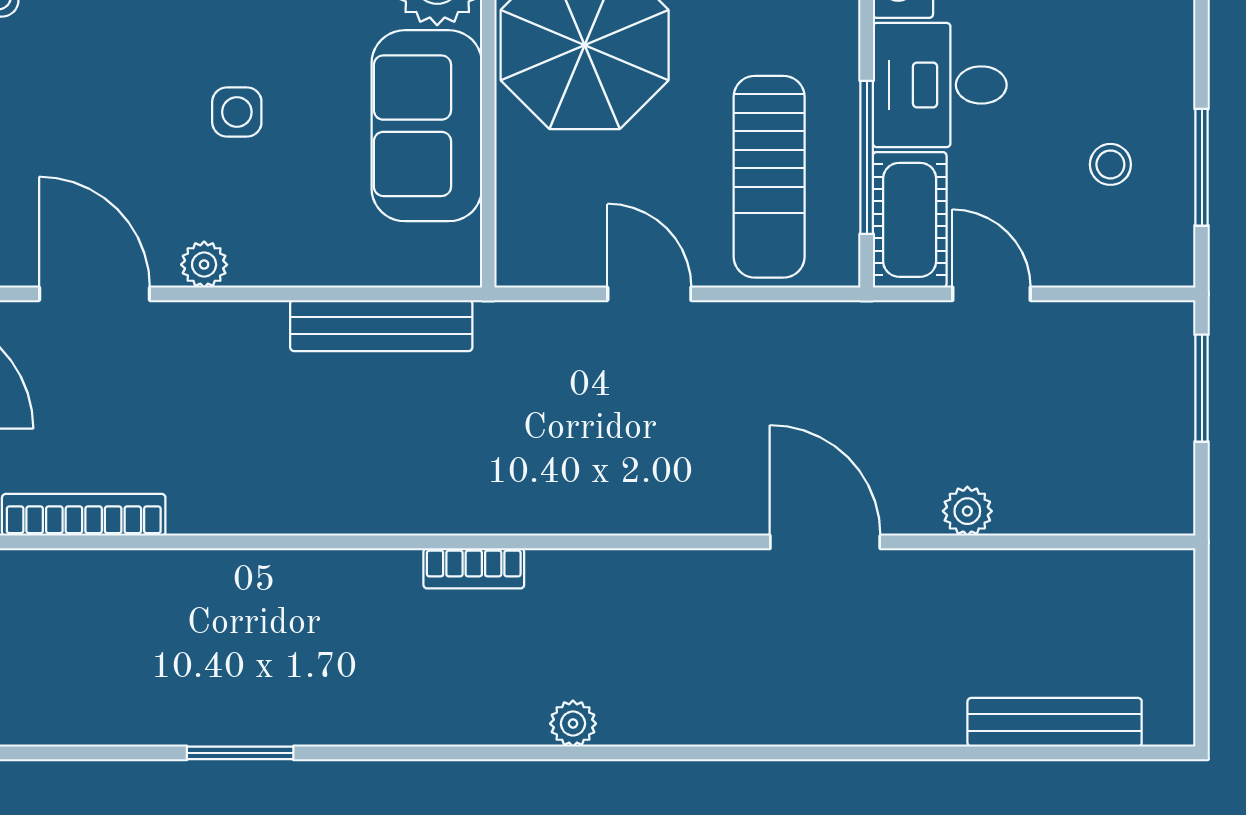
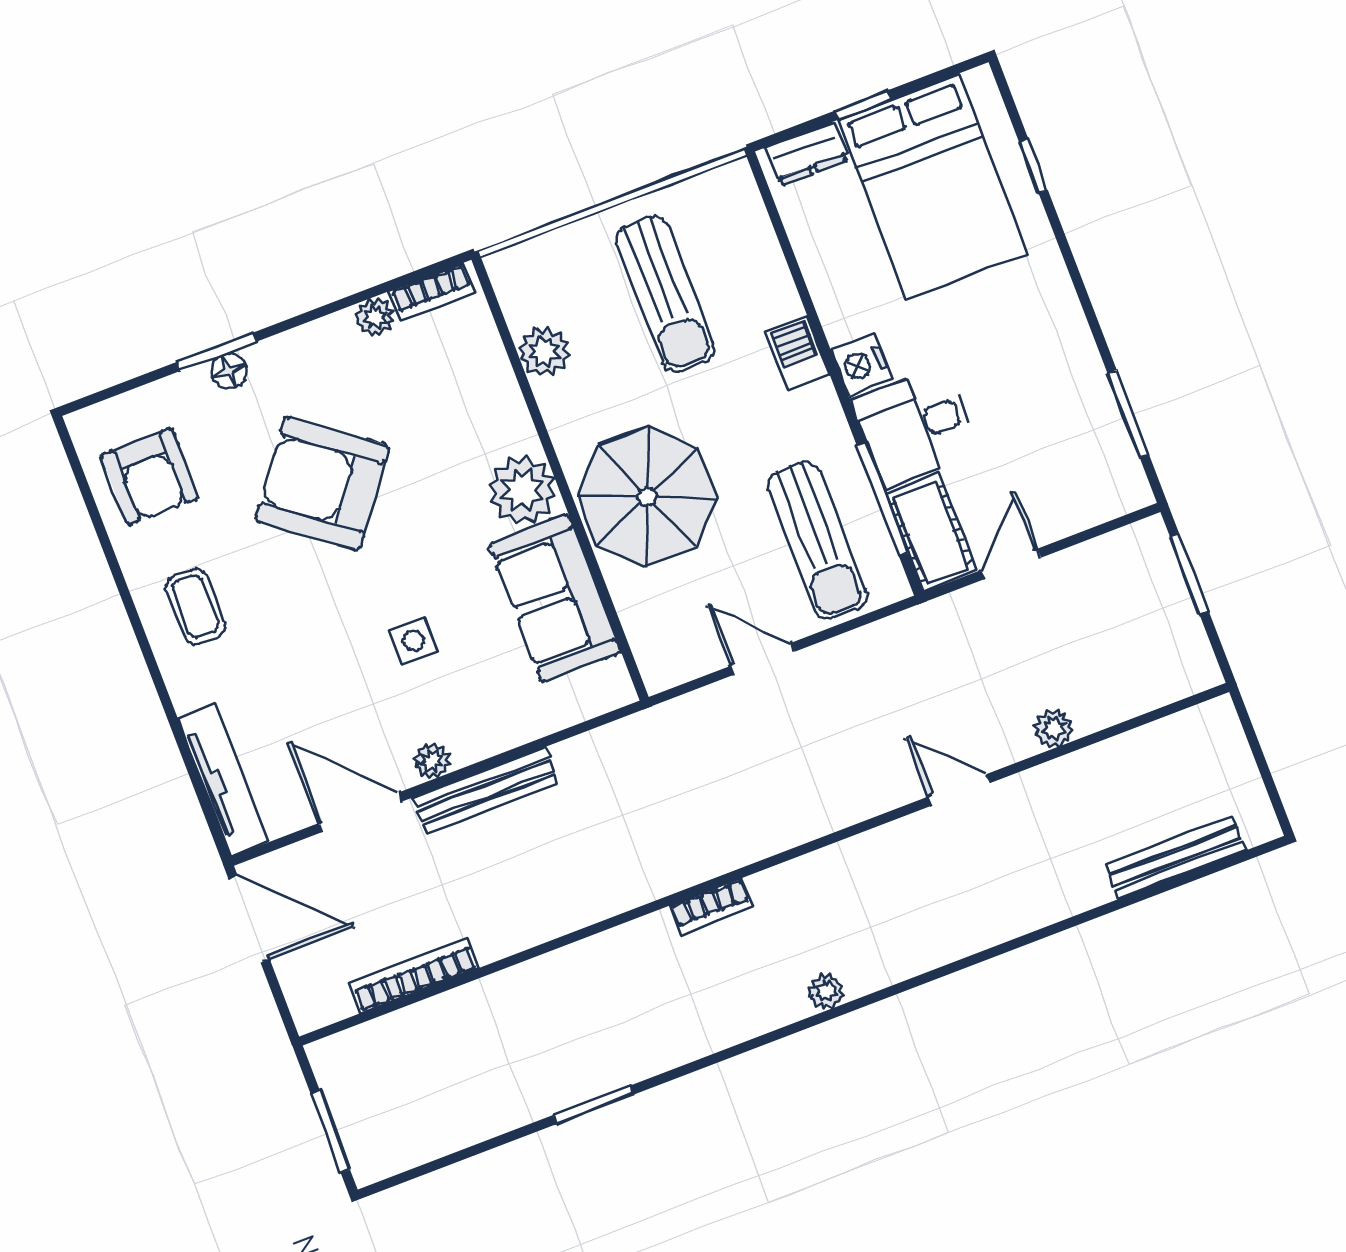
stool: (1110, 164) -> (1061, 437), removed
door: (992, 294) -> (1011, 564), hinge flipped
bench: (381, 326) -> (486, 791), moved
door: (825, 542) -> (959, 790), width x0.73

